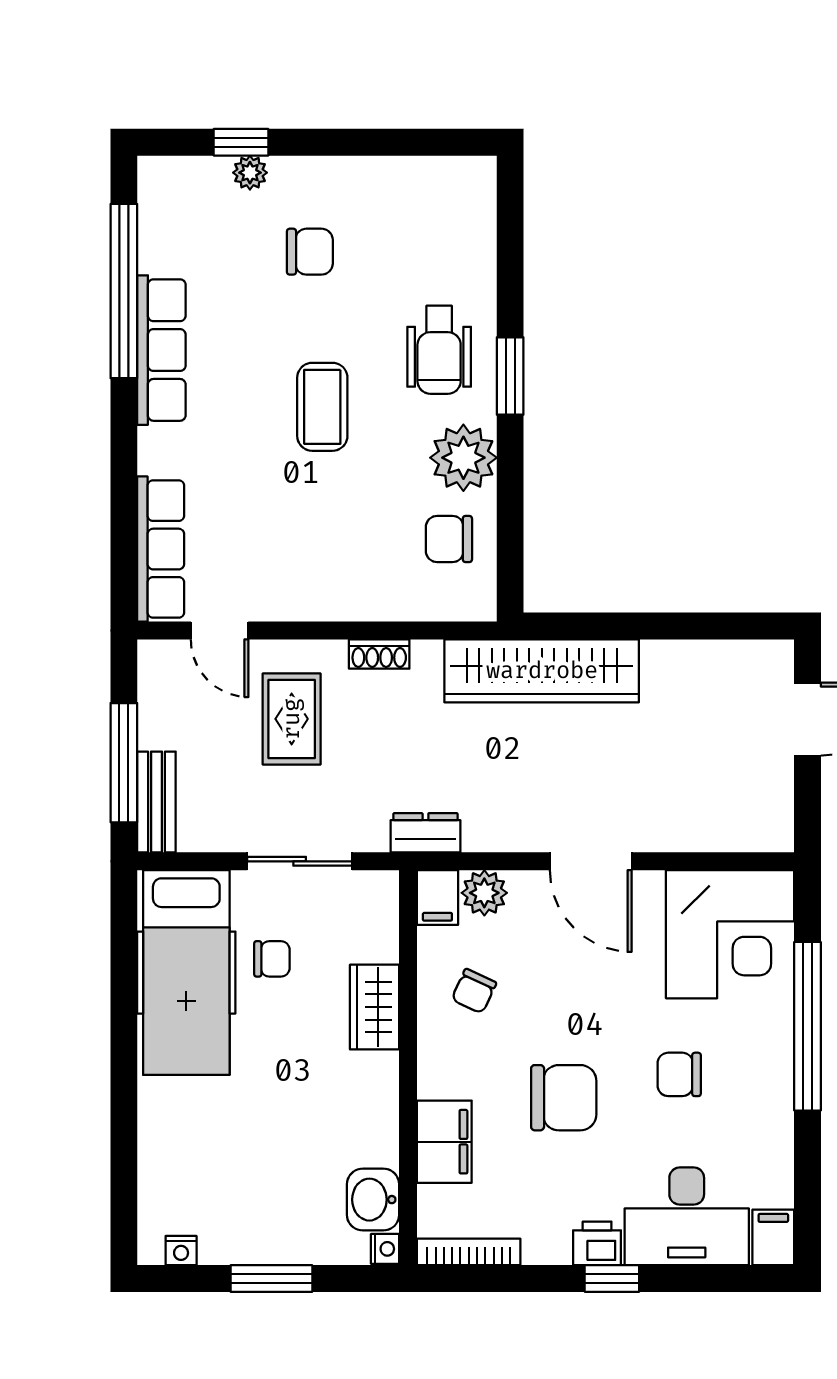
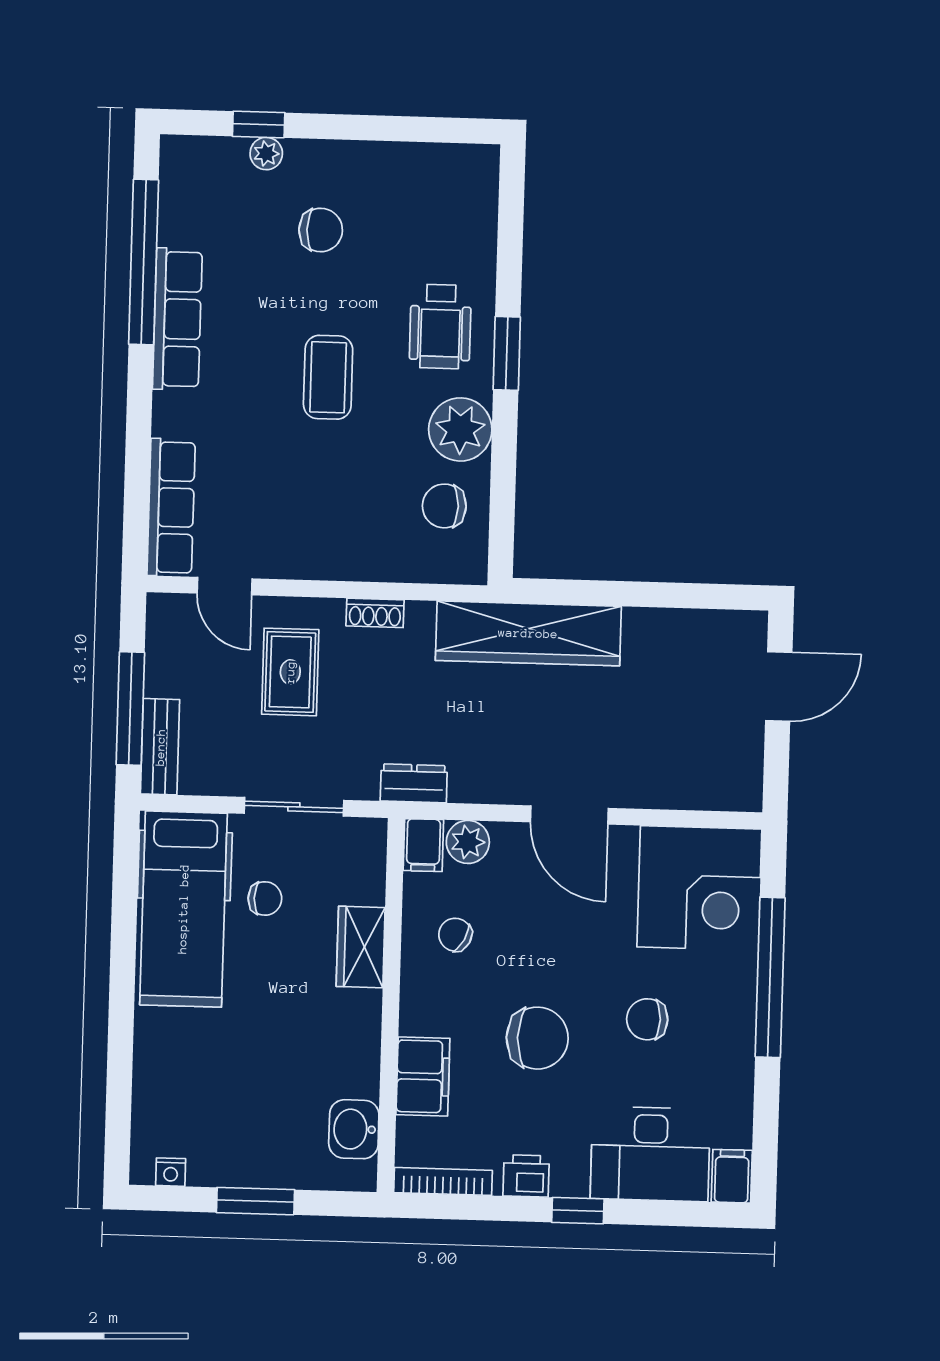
chair: (474, 991) -> (455, 935), turned 93
printer: (597, 1243) -> (526, 1176), moved
nightstand: (385, 1249) -> (364, 1176), removed

